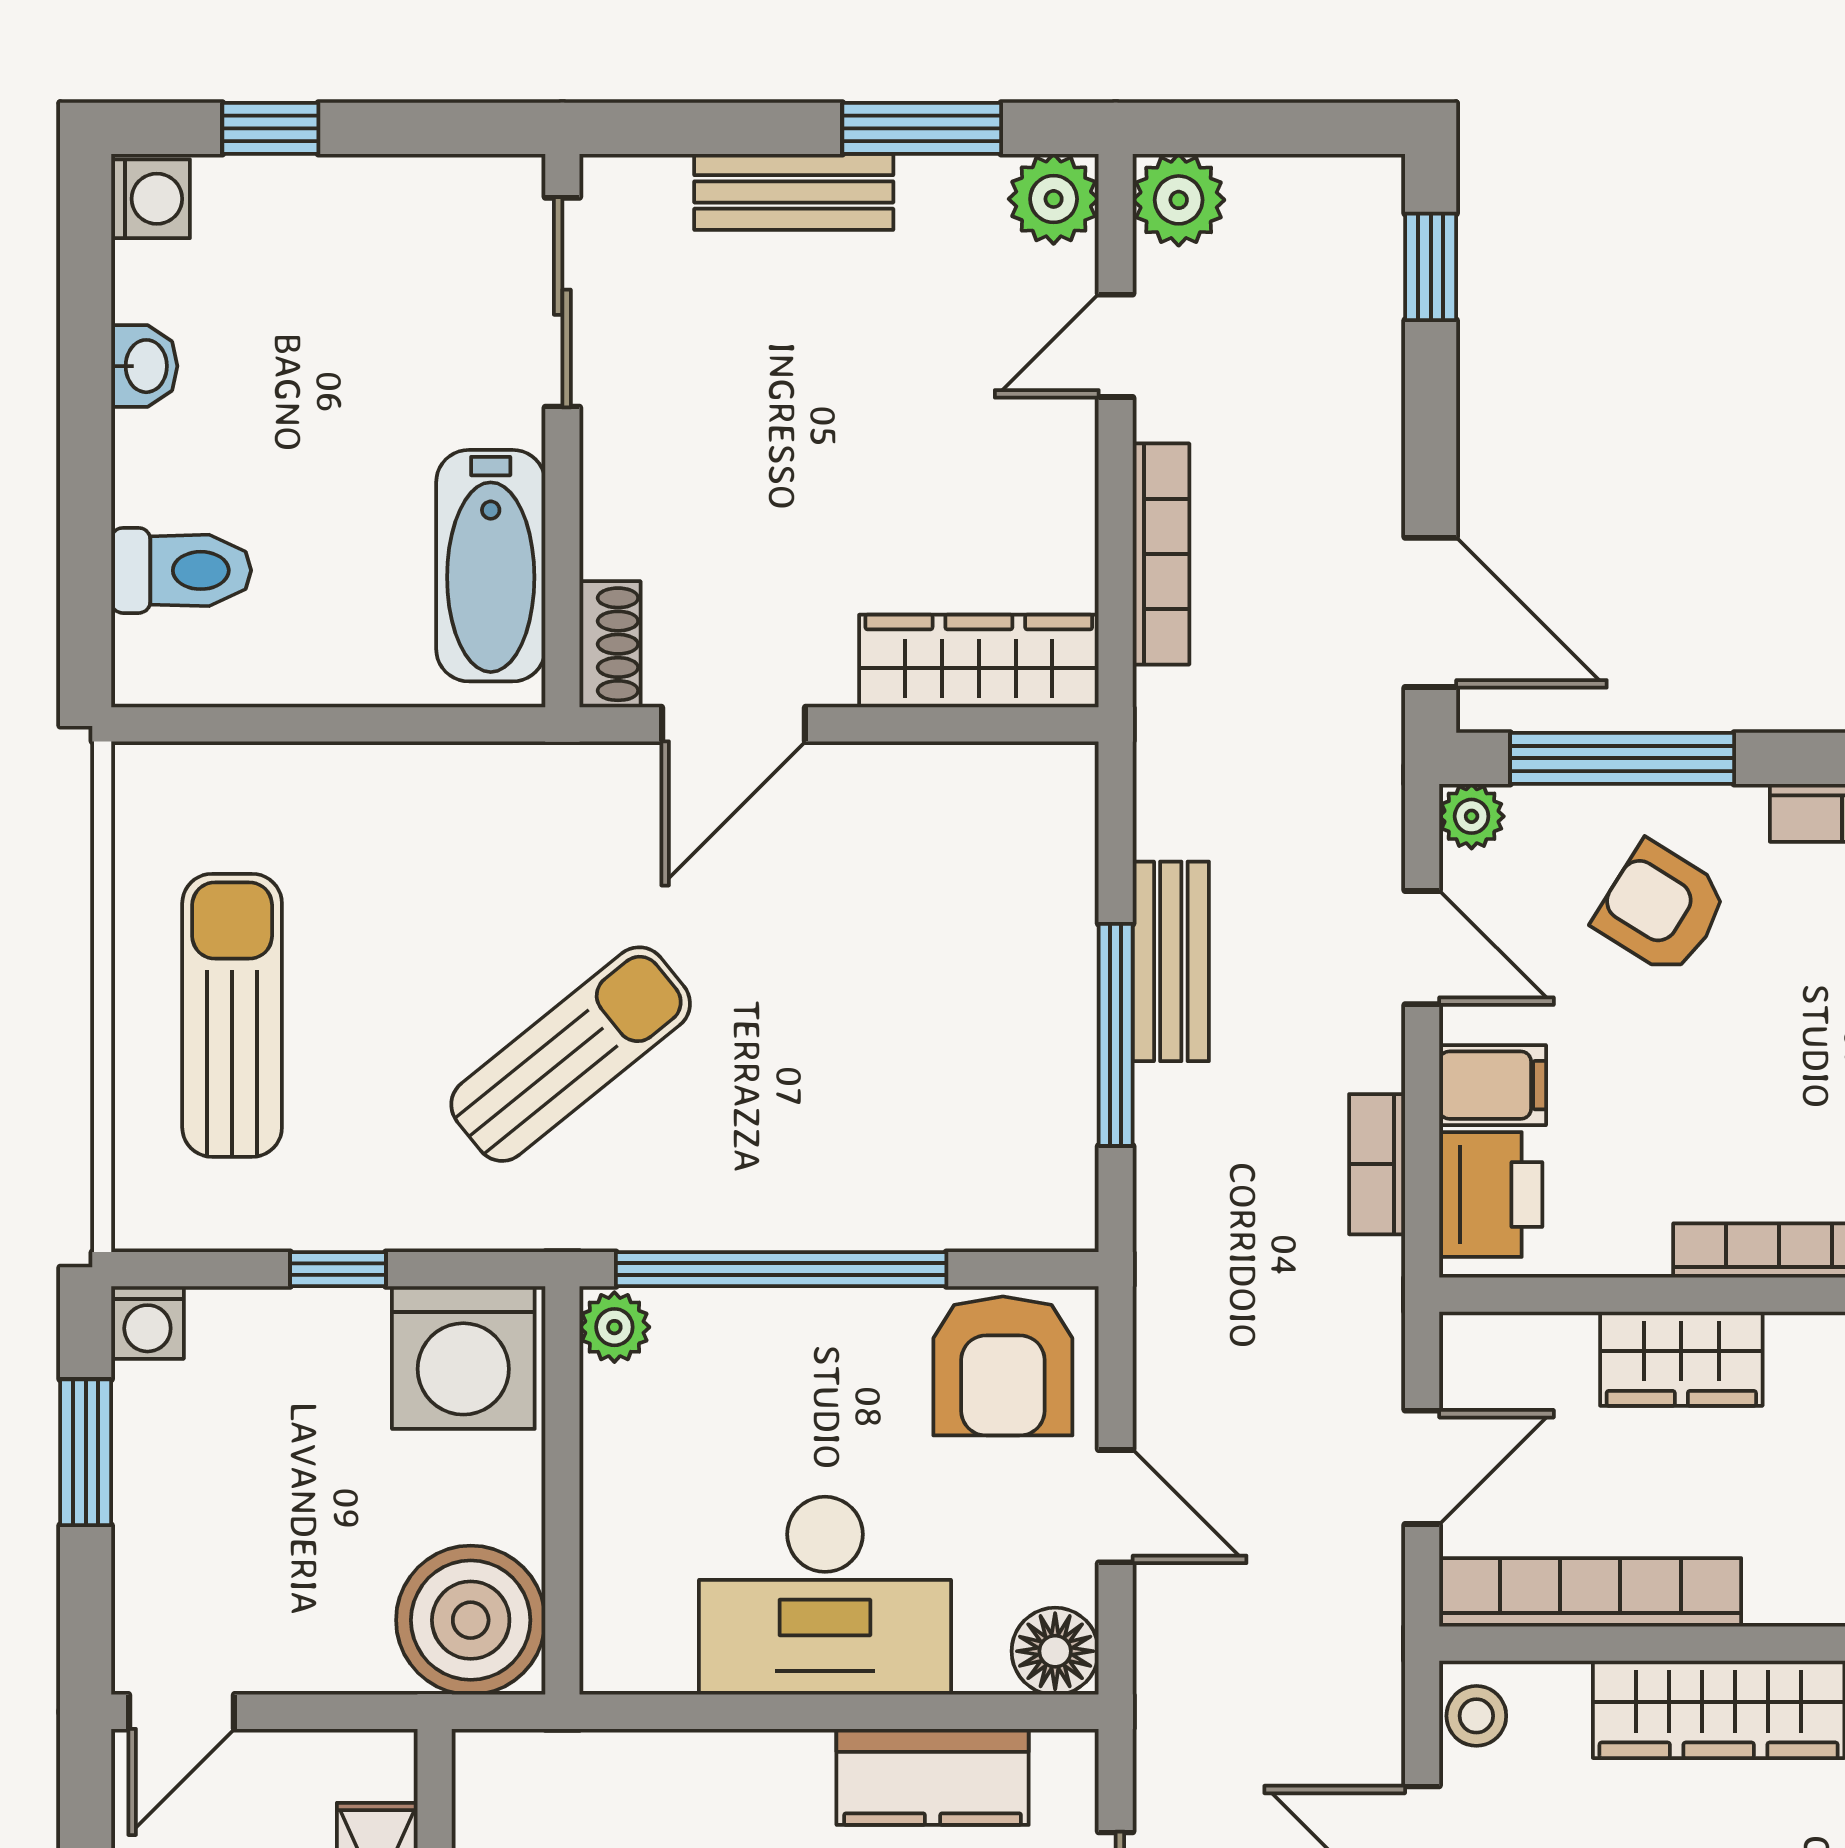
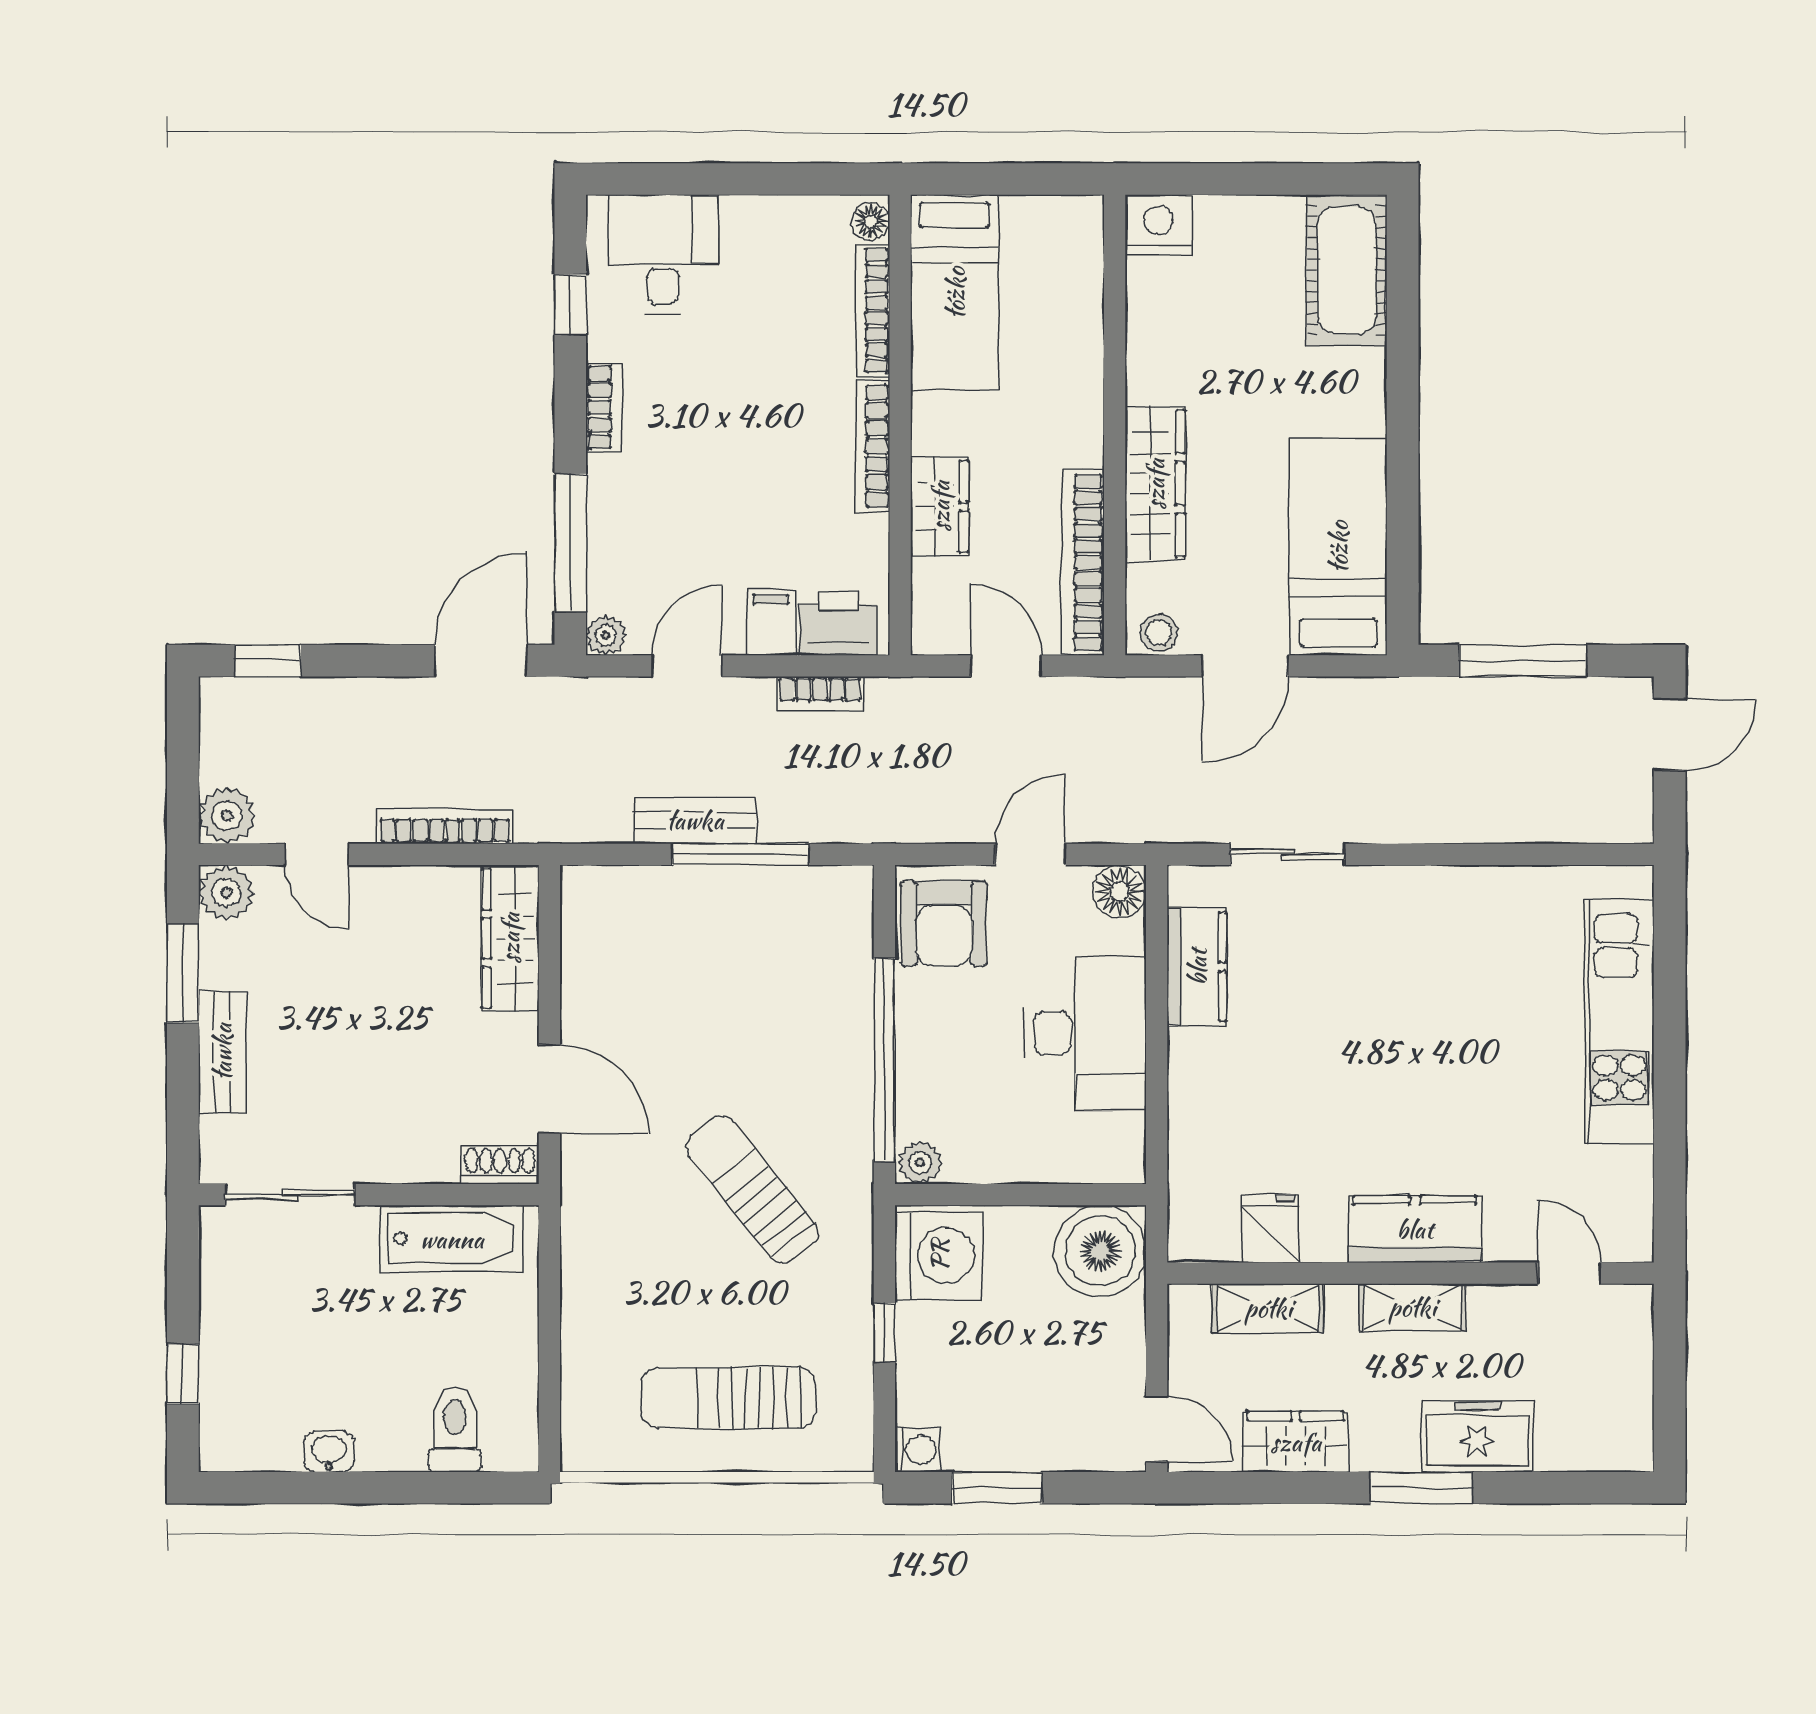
washing machine: (151, 199) -> (226, 1448), removed
armchair: (1661, 908) -> (663, 519), removed
armchair: (1003, 1366) -> (944, 924), turned 90

